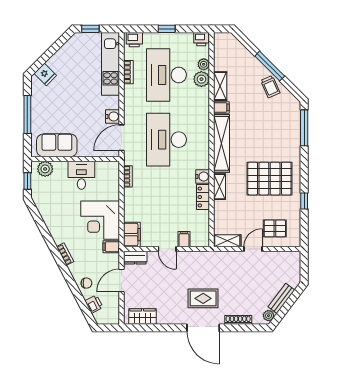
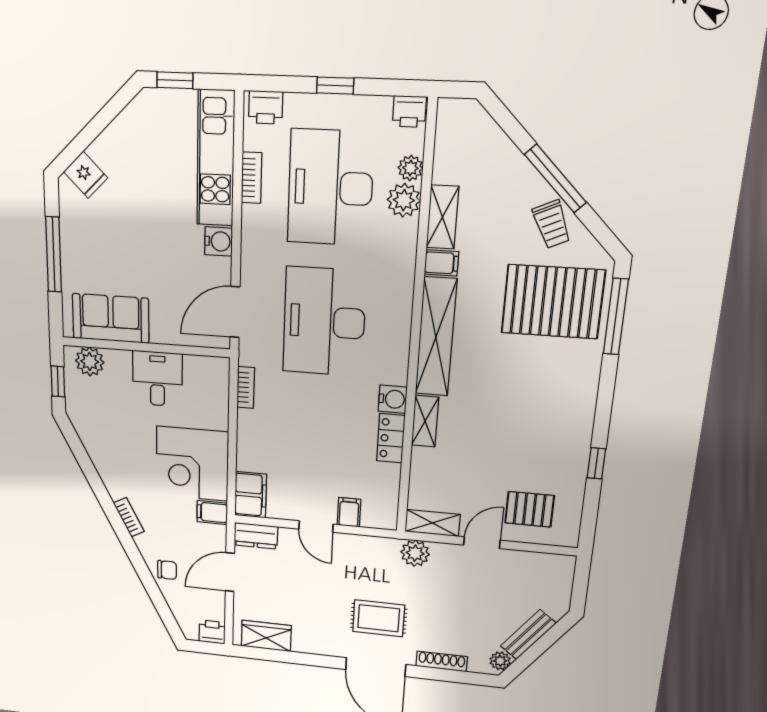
water cooler: (113, 116) -> (218, 241), moved
pallet: (269, 179) -> (553, 302), moved
plant: (220, 259) -> (415, 553), added
printer: (94, 304) -> (212, 632), moved, turned -62

